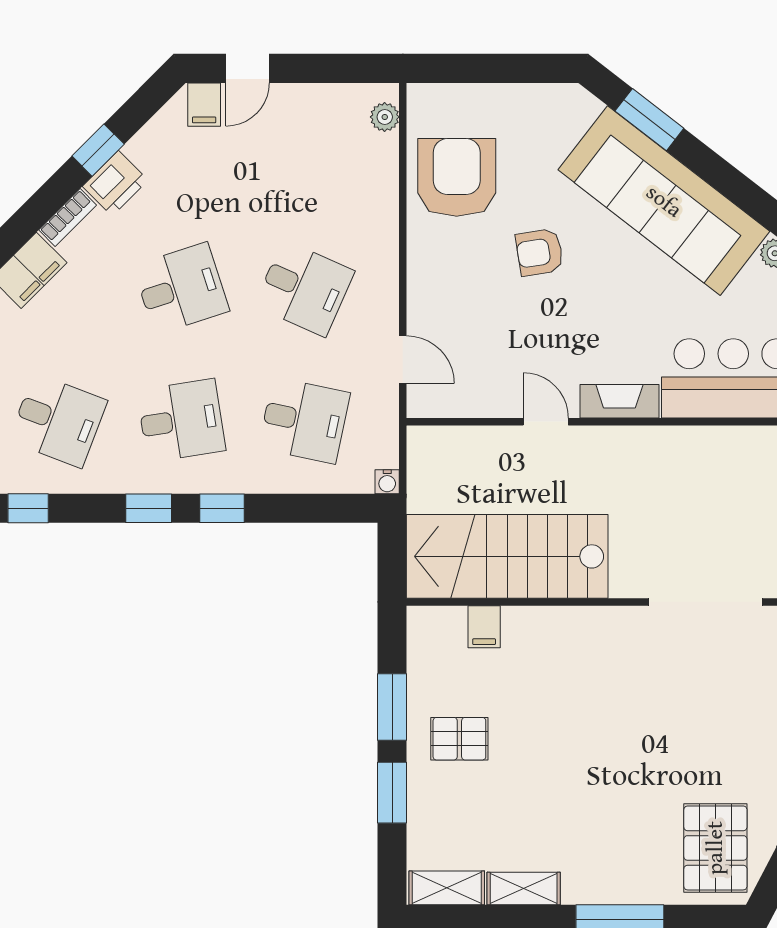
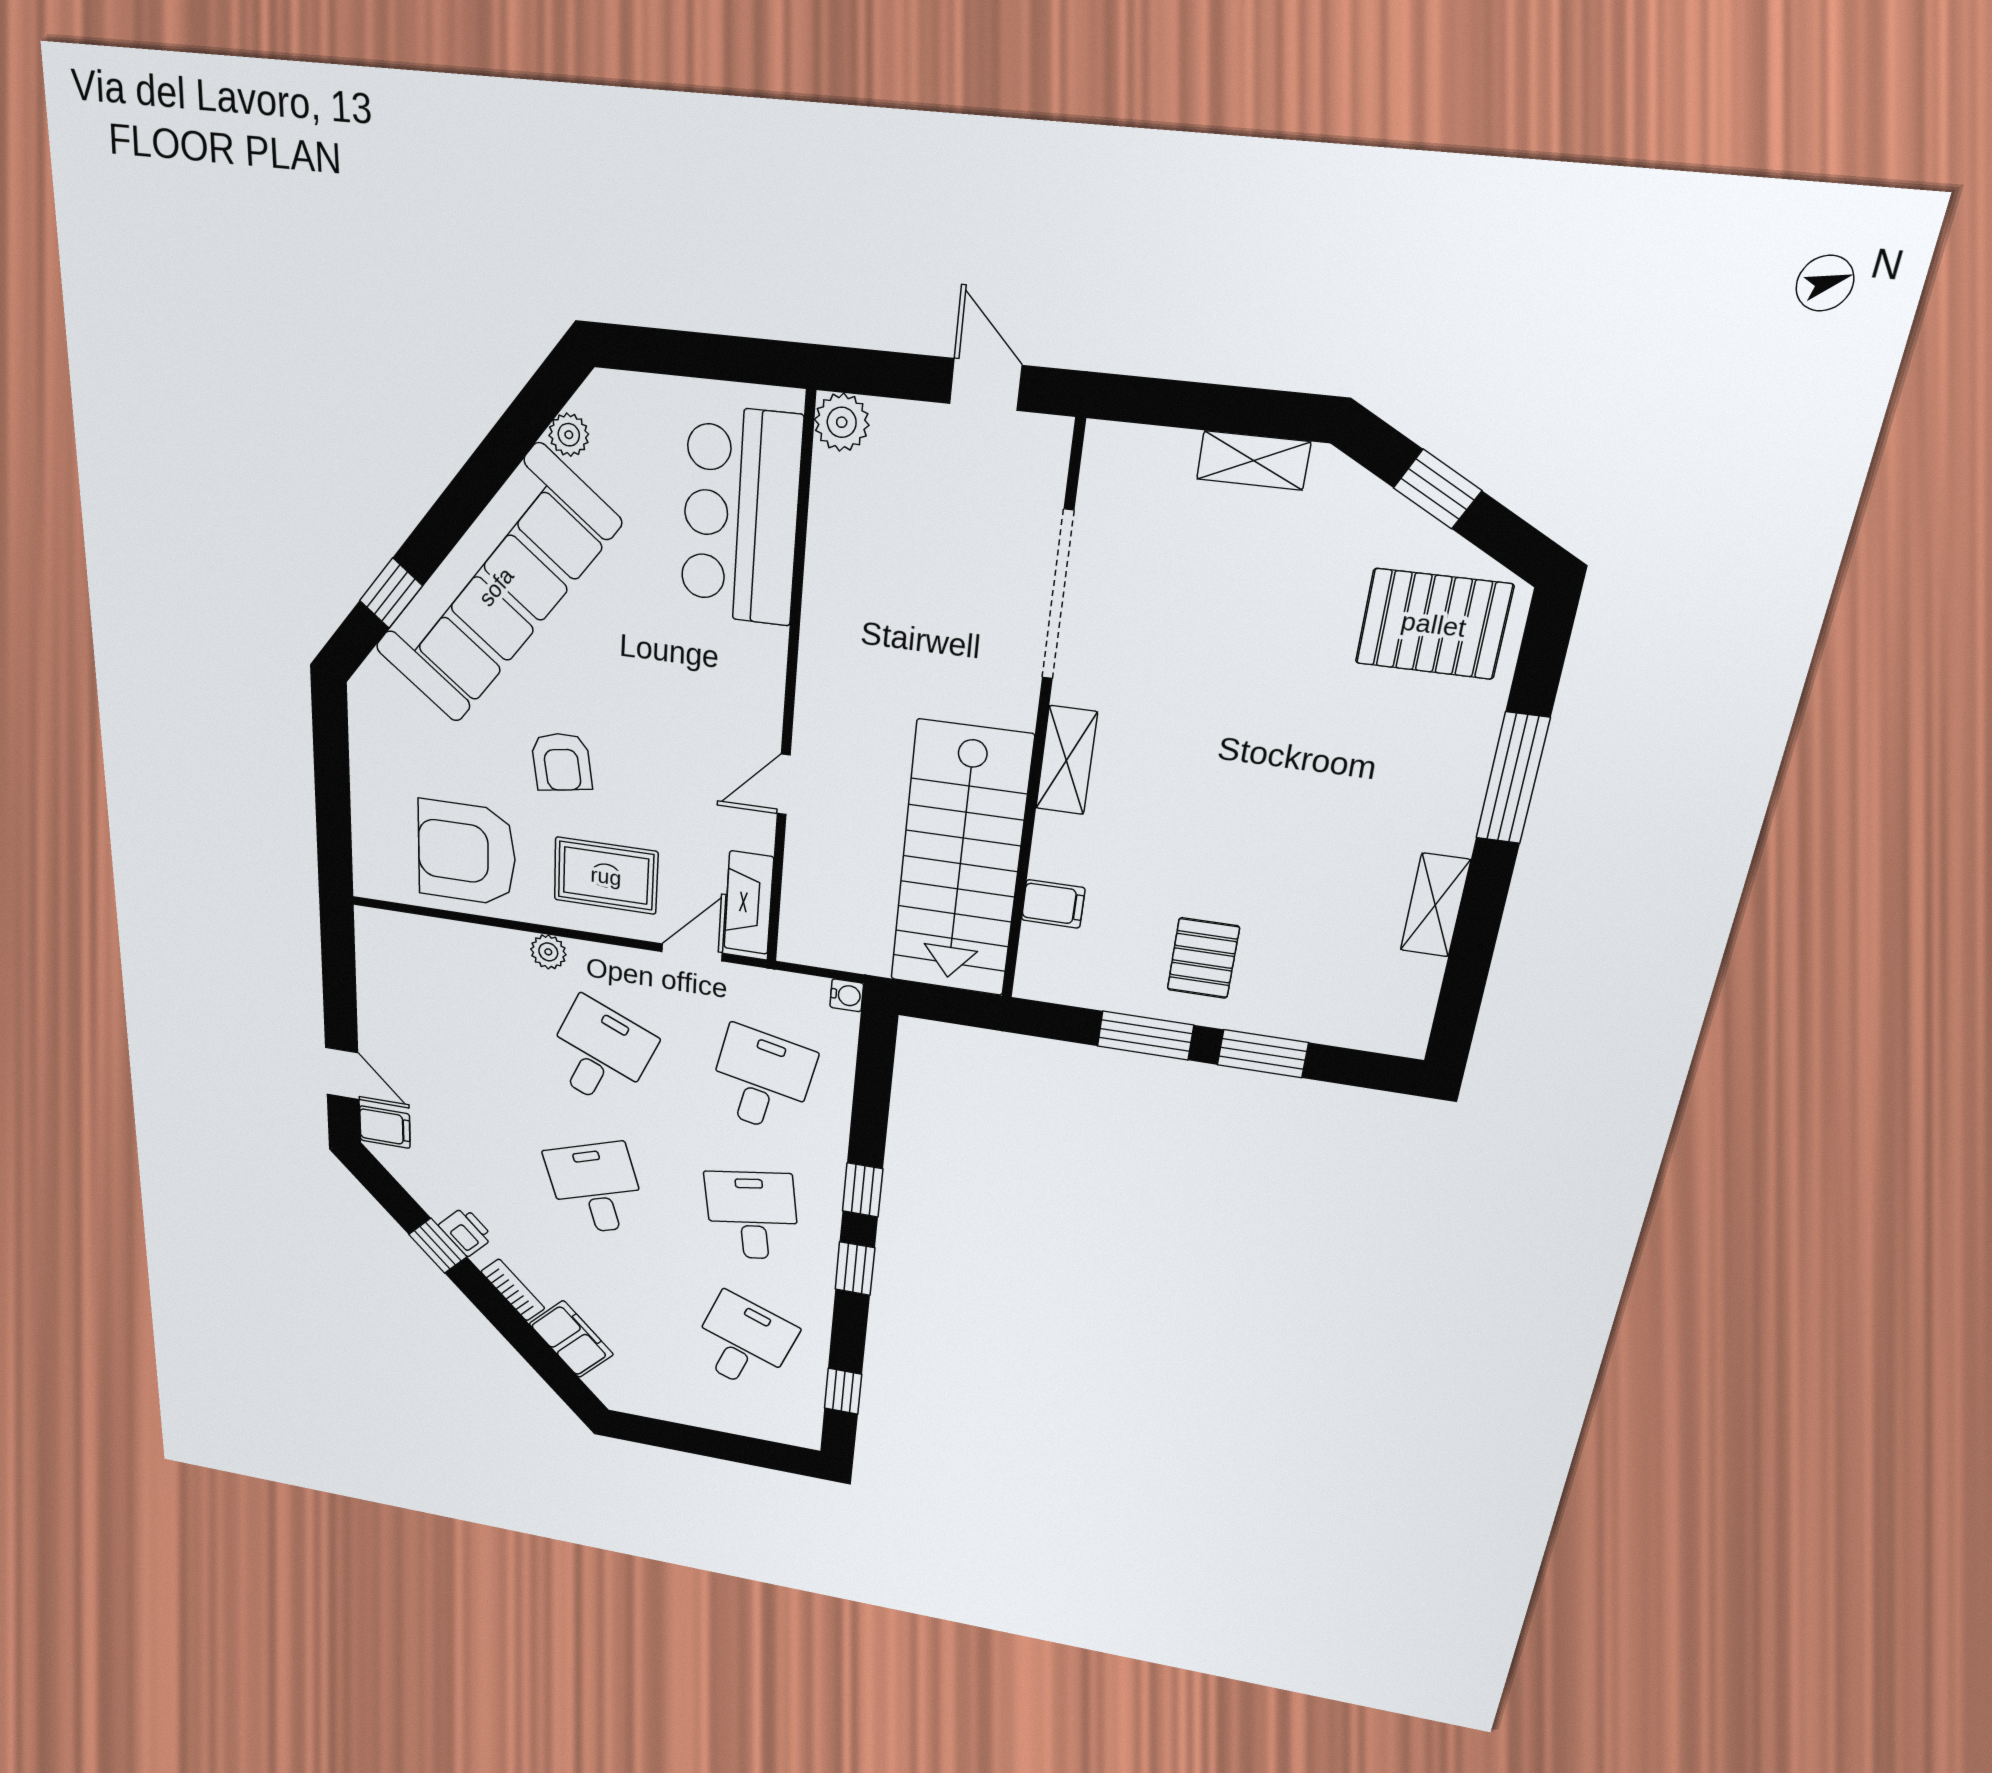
plant: (385, 117) -> (548, 952), moved
window: (649, 120) -> (391, 593), width x0.67
printer: (115, 183) -> (466, 1232), width x0.73, depth x0.81
rug: (455, 289) -> (606, 876), added
fireplace: (619, 401) -> (749, 903), moved
shelving: (447, 888) -> (1066, 760), moved

